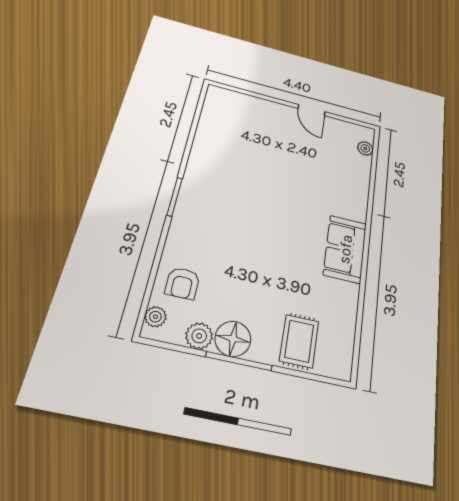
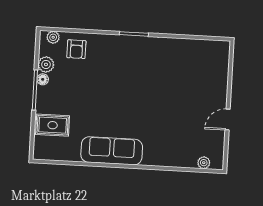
sofa: (345, 249) -> (112, 151), width x1.36
armchair: (182, 283) -> (76, 49), turned -90
floor lamp: (233, 339) -> (43, 79), width x0.53, depth x0.53

